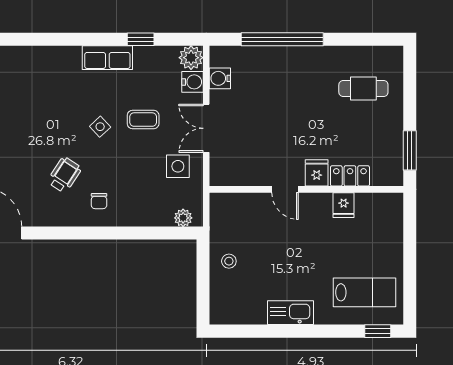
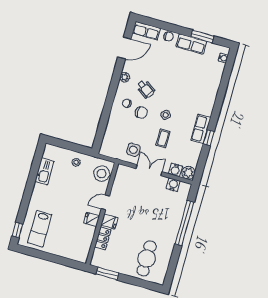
window: (141, 39) -> (209, 138), moved
cafe table: (363, 88) -> (147, 258), width x1.37, depth x1.35
chair: (108, 171) -> (141, 113), added
fridge: (344, 205) -> (92, 219), moved
stool: (236, 211) -> (102, 174), added
plant: (183, 218) -> (125, 77), moved
kitchen sink: (291, 313) -> (44, 171), moved

